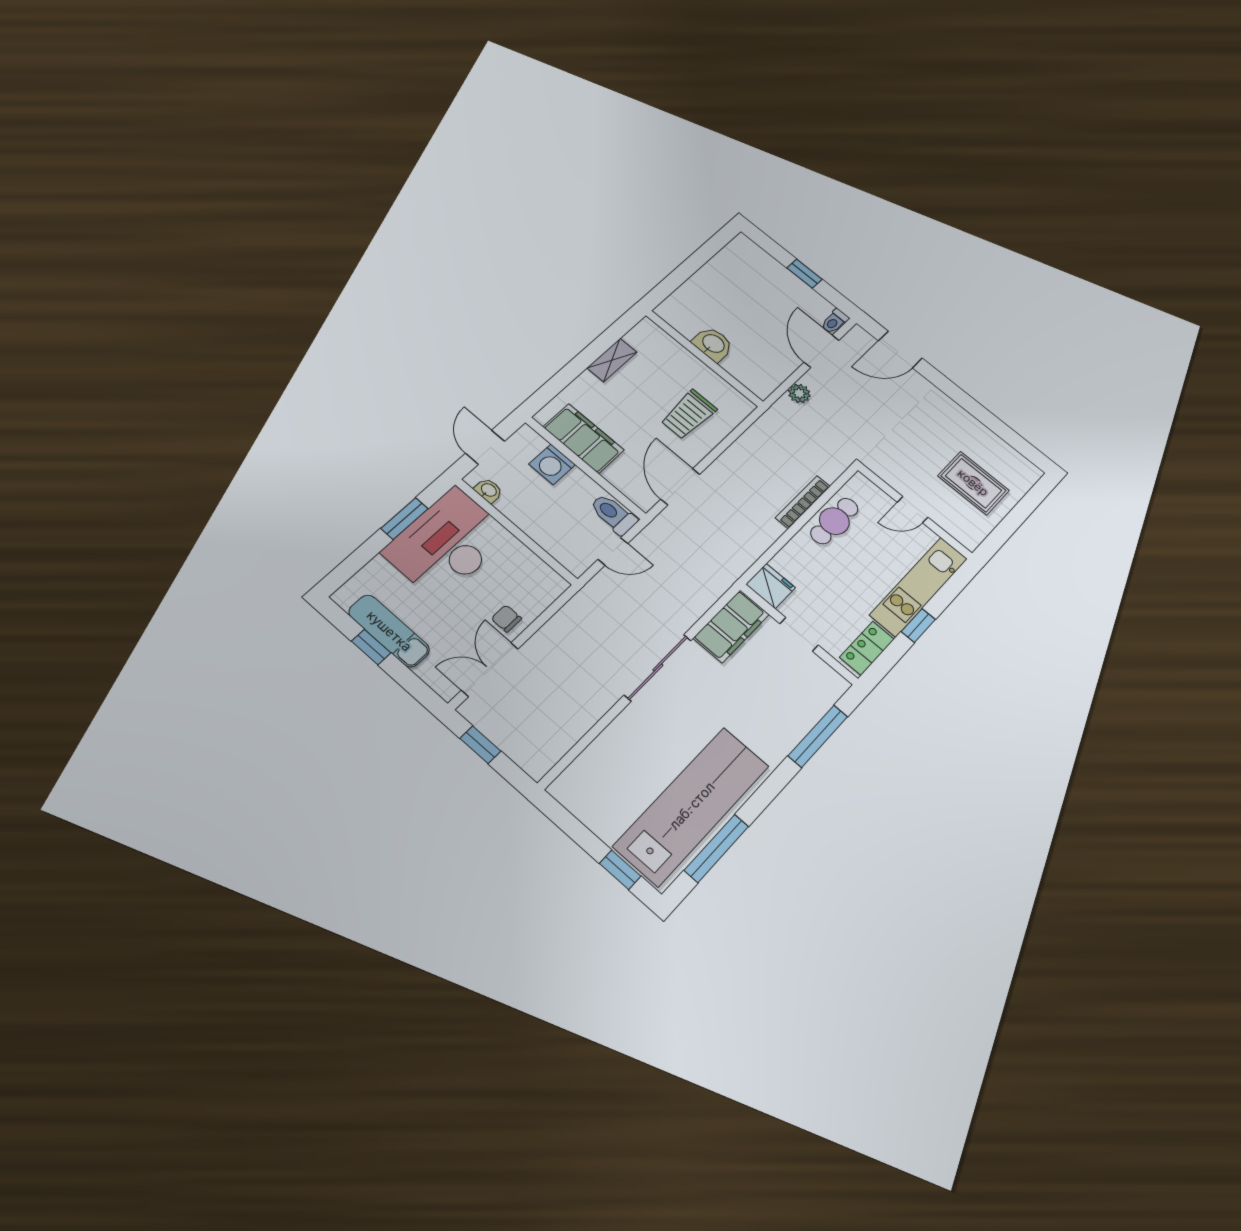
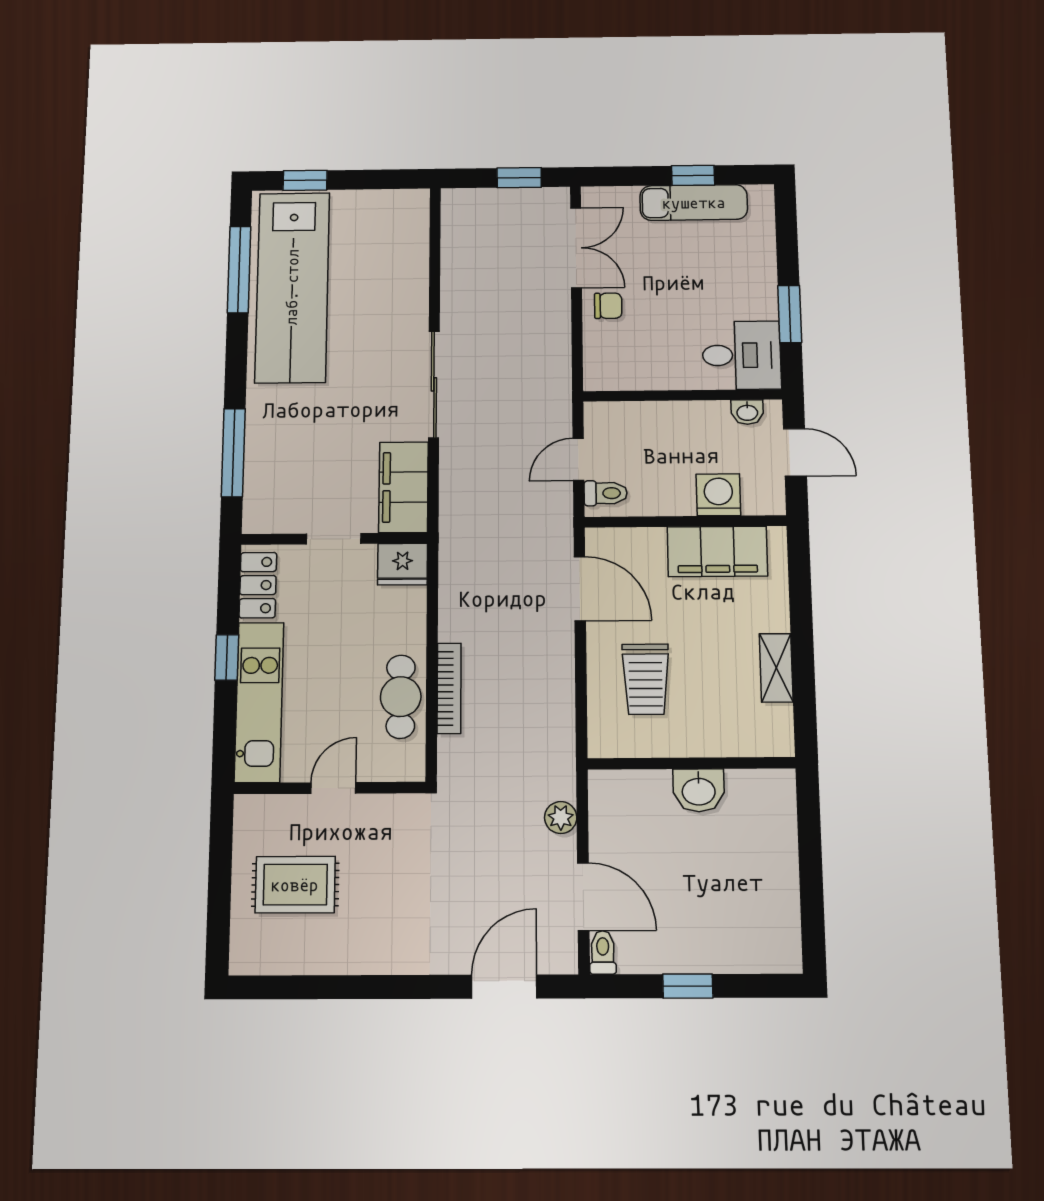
trolley: (689, 415) -> (646, 679), turned 180
toilet: (613, 514) -> (606, 493), width x0.73, depth x0.72
desk: (447, 544) -> (742, 355), width x0.53, depth x0.77

